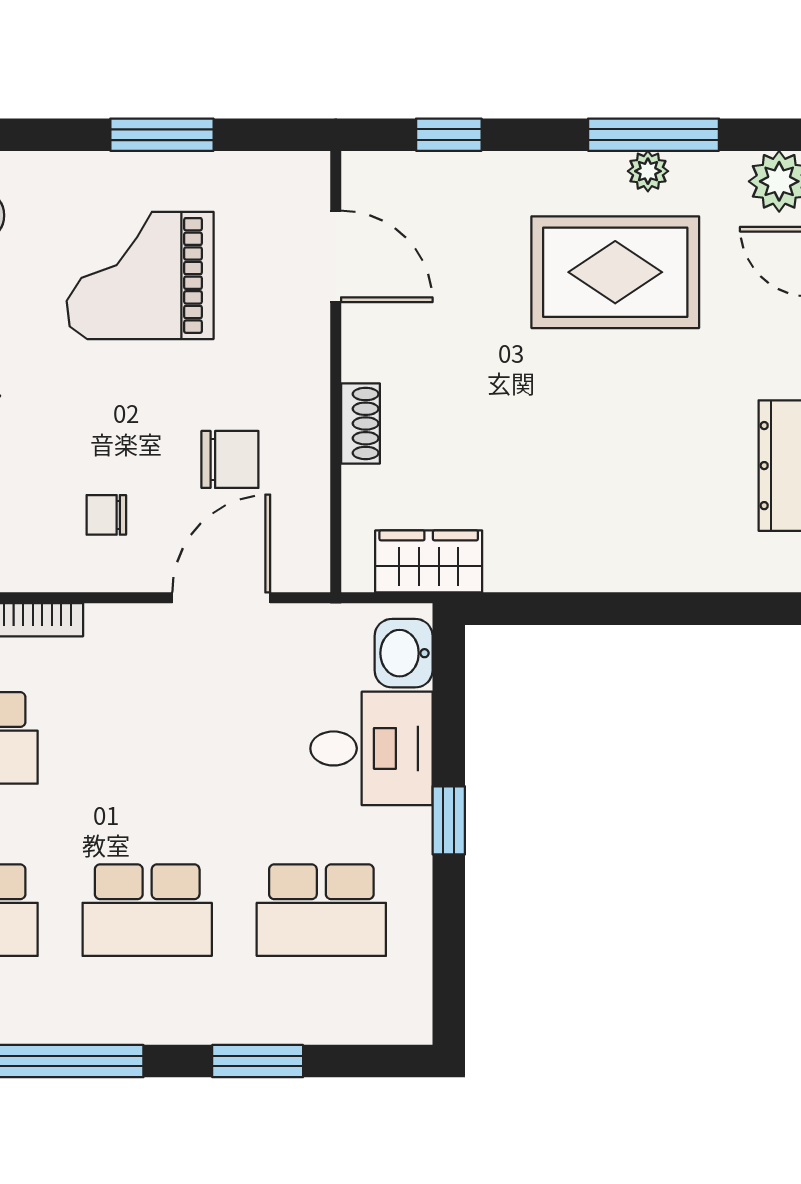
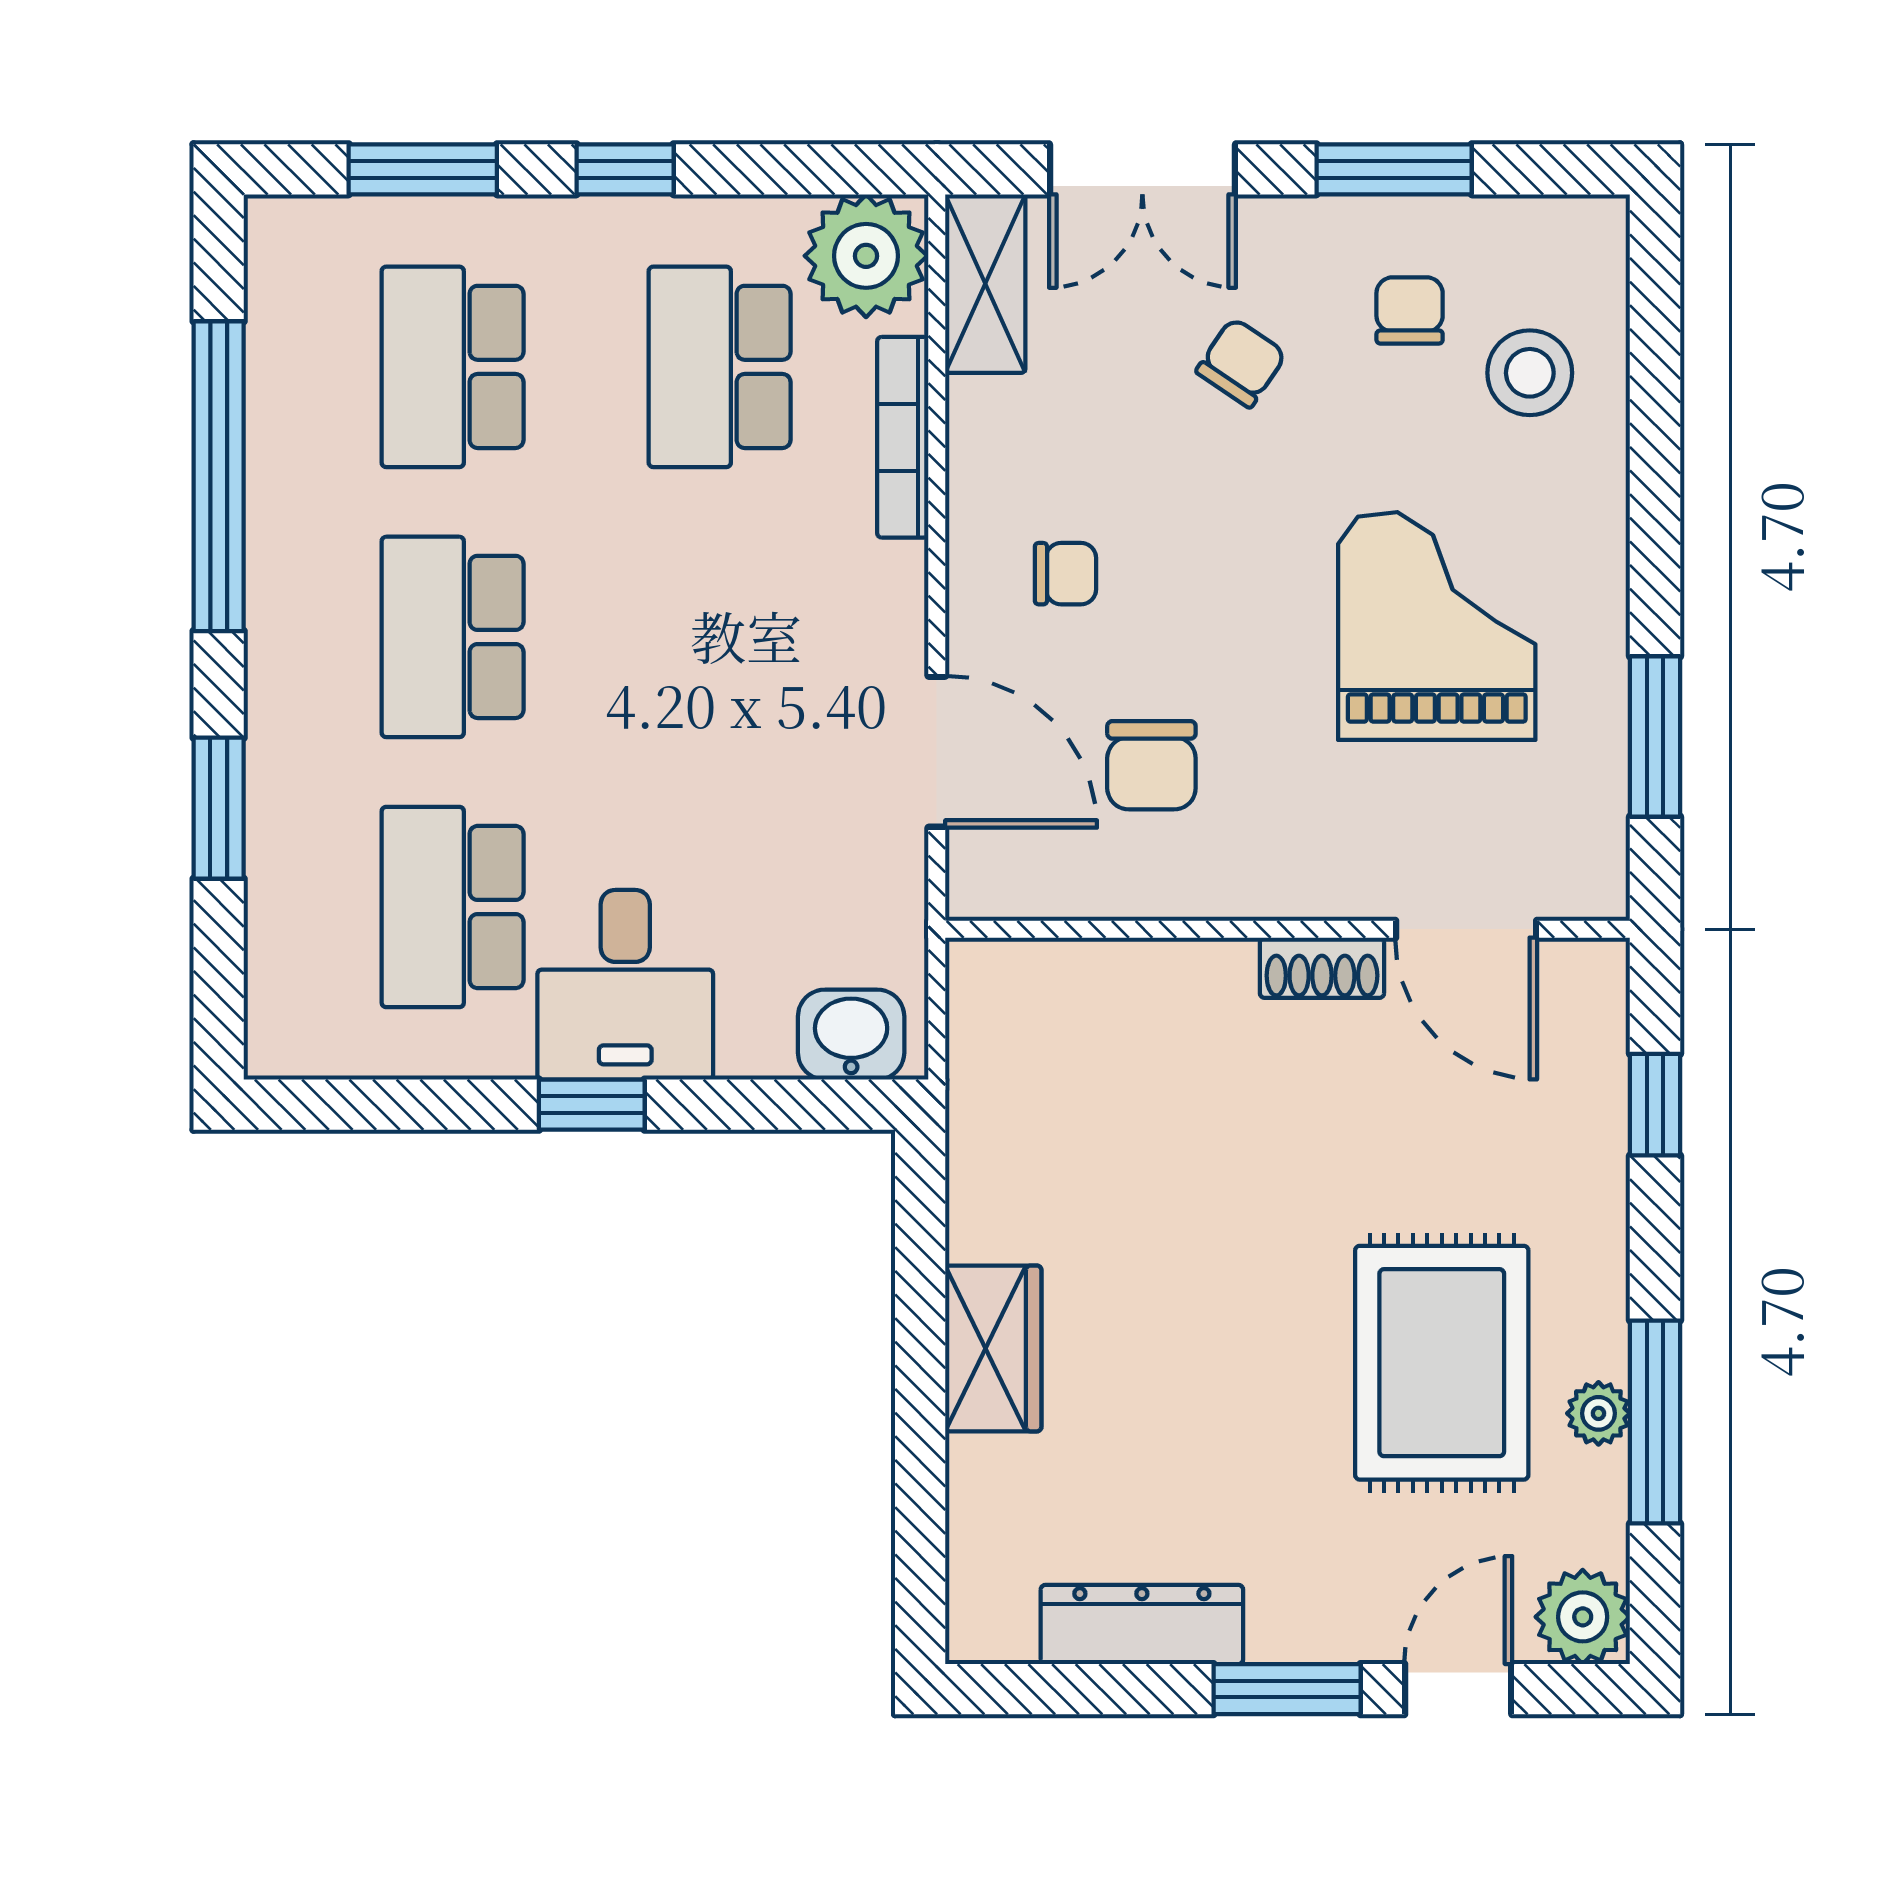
window: (162, 135) -> (1655, 736), moved
door: (336, 256) -> (1466, 929), hinge flipped
shoe rack: (361, 423) -> (1322, 968), moved
chair: (106, 515) -> (1065, 574), turned 90
wardrobe: (429, 561) -> (993, 1348), moved
desk: (371, 748) -> (625, 985), moved

